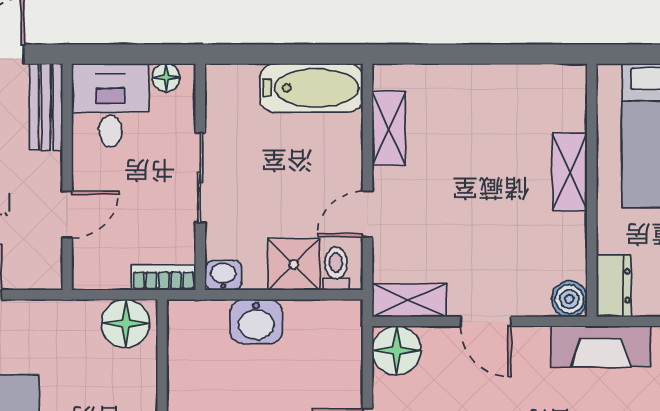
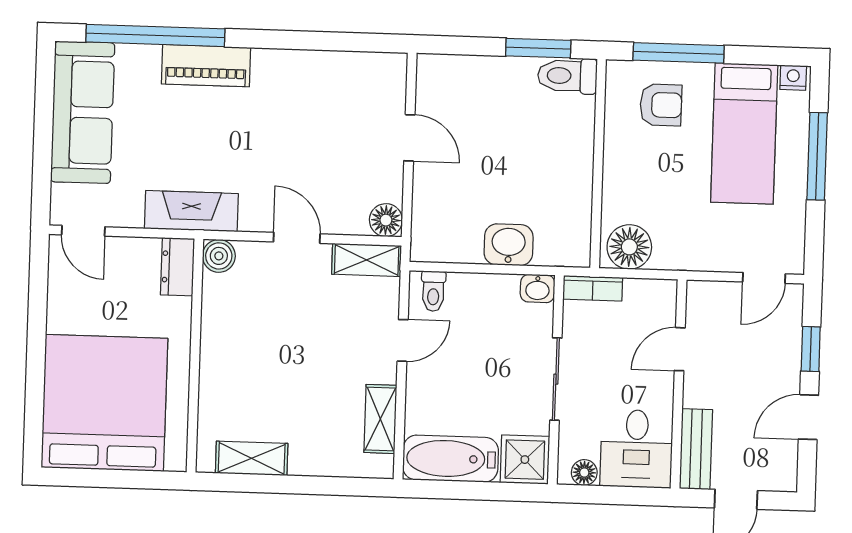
shelving: (570, 172) -> (252, 458), moved, turned 90
shower: (294, 264) -> (525, 460), moved
floor lamp: (397, 350) -> (386, 220), width x0.73, depth x0.73

